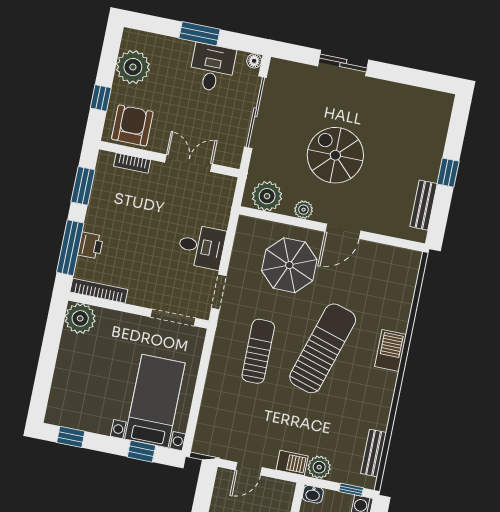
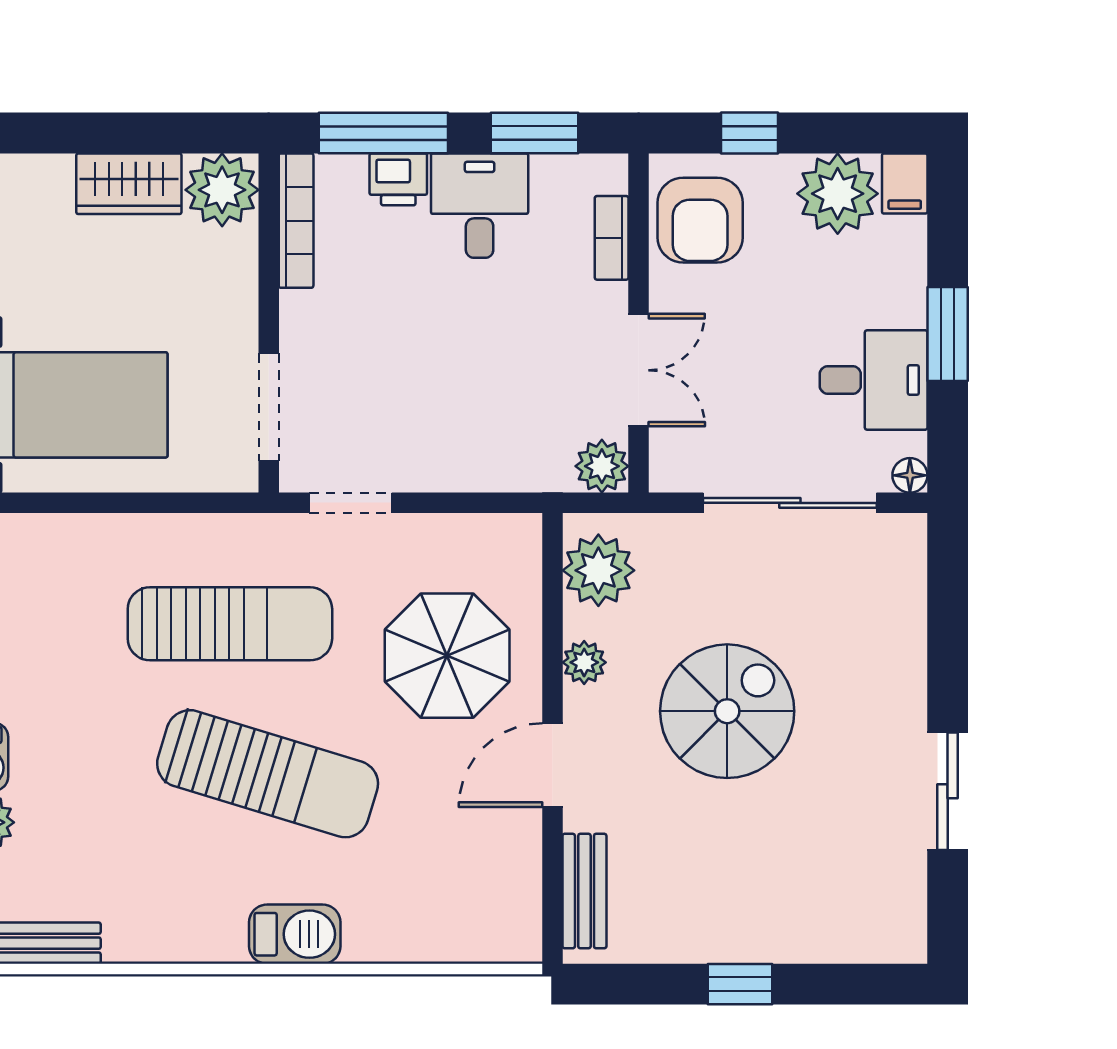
filing cabinet: (134, 39) -> (905, 183), added
sliding door: (343, 63) -> (948, 791), moved
armchair: (132, 125) -> (700, 220), turned 90
plant: (225, 186) -> (602, 466), added
bench: (424, 205) -> (584, 891), moved, turned 90
door: (343, 231) -> (552, 765), hinge flipped
desk: (201, 247) -> (480, 206), moved, turned 180
sun lounger: (258, 351) -> (230, 624), width x1.36, depth x1.34
wardrobe: (70, 356) -> (129, 184), added

